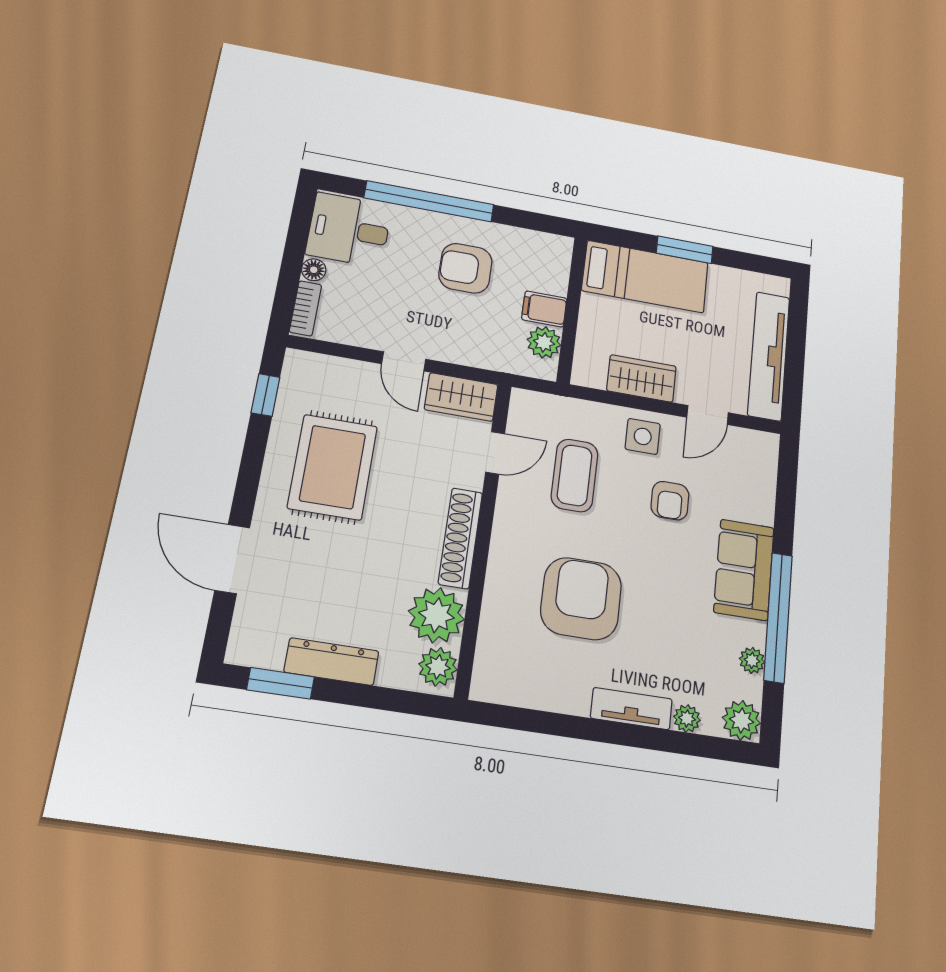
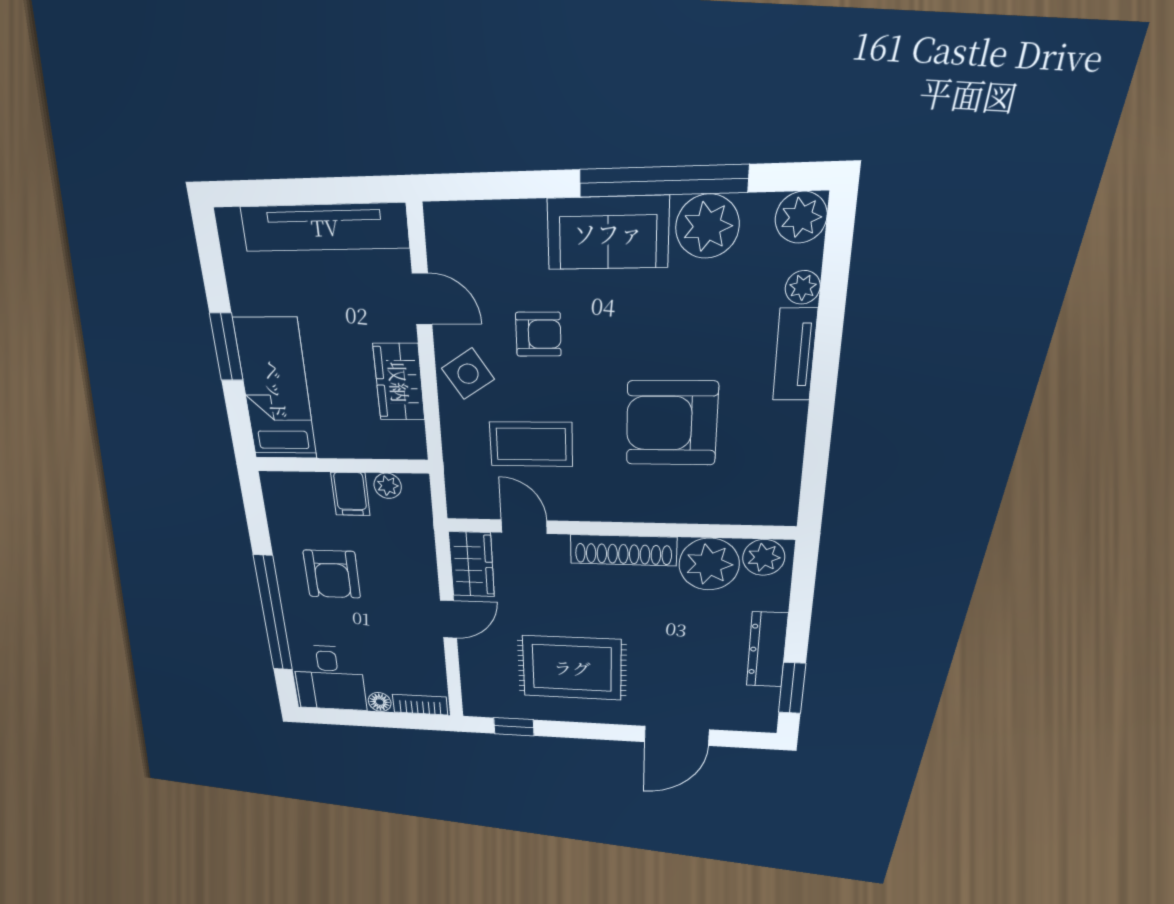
plant: (544, 342) -> (388, 486), width x0.73, depth x0.73
side table: (643, 436) -> (468, 374), turned -33
plant: (752, 660) -> (707, 226), width x1.88, depth x1.88

